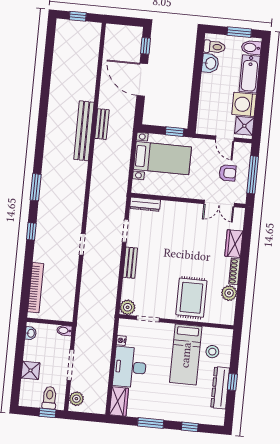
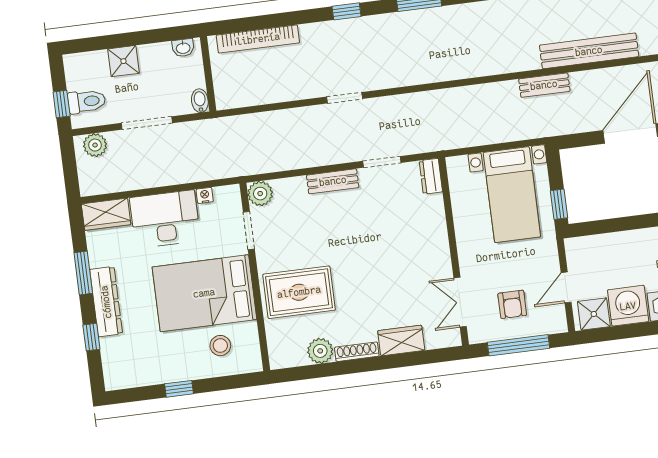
bench: (84, 131) -> (589, 51), moved
dresser: (145, 204) -> (431, 176), width x0.70
bed: (186, 355) -> (204, 293), width x1.50
dresser: (220, 388) -> (106, 302), moved, turned 90

